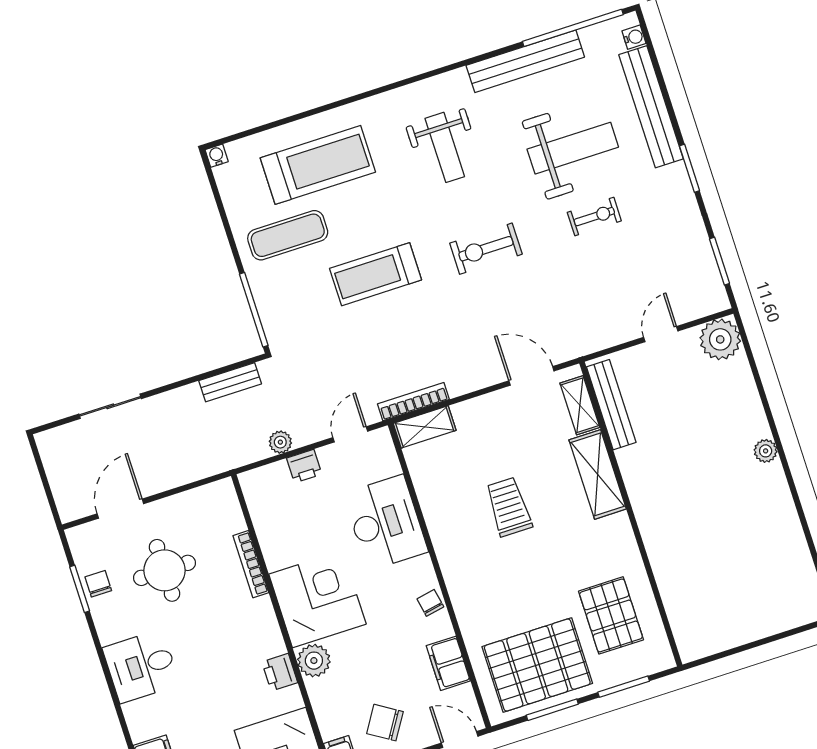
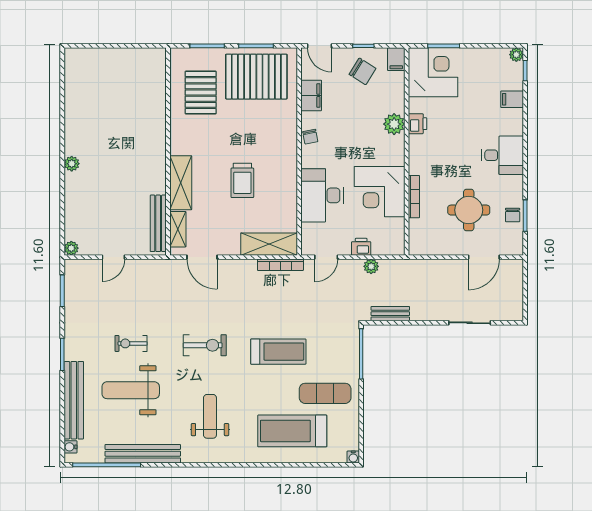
plant: (720, 339) -> (71, 248), width x0.53, depth x0.53
shelving: (425, 427) -> (269, 244), width x1.50, depth x1.33
corner desk: (317, 599) -> (380, 192), moved

